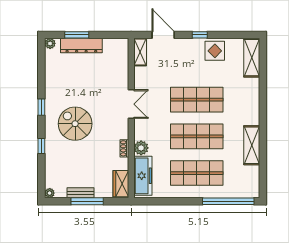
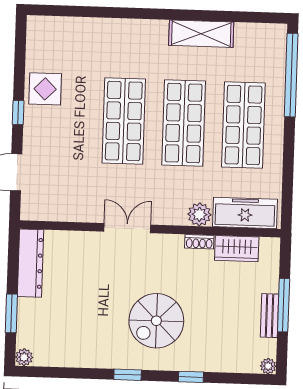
dresser: (81, 45) -> (31, 263), moved
shelving: (140, 52) -> (43, 211), removed
shelving: (252, 58) -> (58, 29), removed
wardrobe: (121, 184) -> (237, 249), moved

